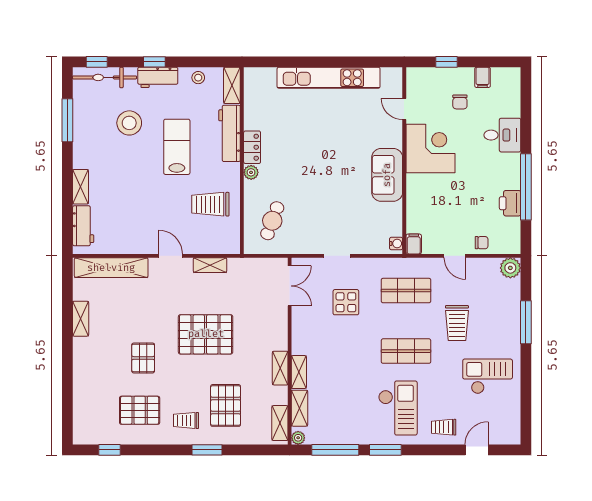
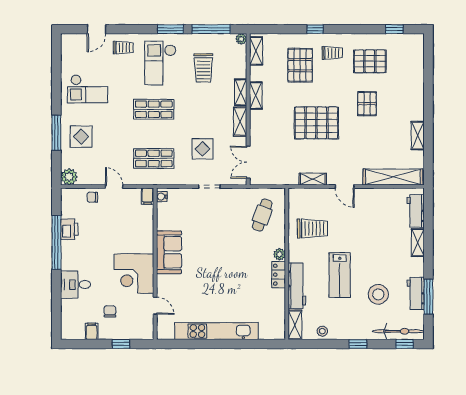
workbench: (158, 77) -> (416, 293), moved, turned -90
display table: (496, 317) -> (81, 137), added
trolley: (457, 323) -> (203, 68), moved, turned 180
shelving: (300, 408) -> (240, 122), moved
window: (207, 450) -> (315, 29), width x0.67

